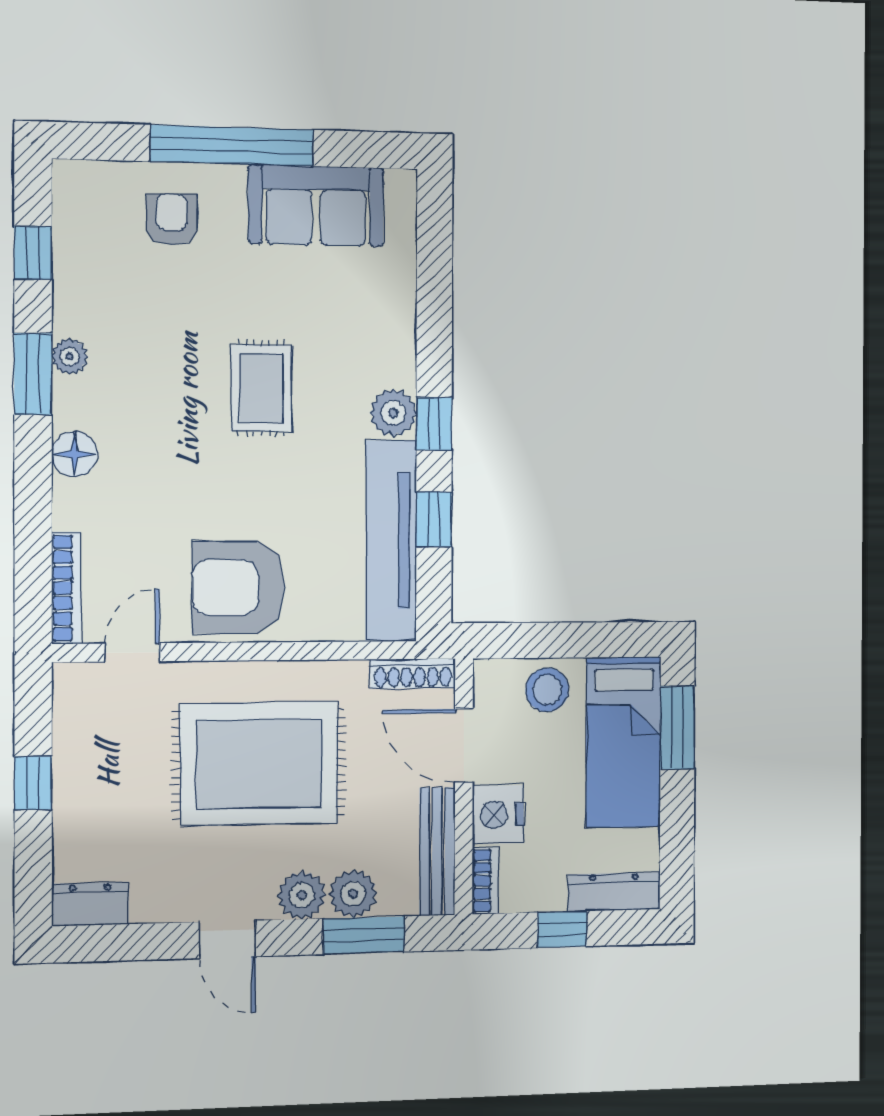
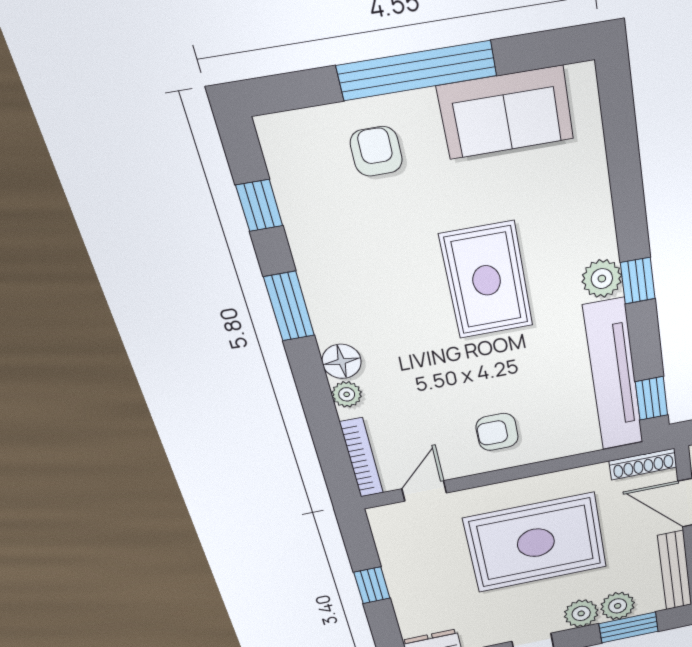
plant: (70, 356) -> (347, 394), moved
rug: (261, 388) -> (487, 280), width x1.36, depth x1.43
window: (434, 520) -> (652, 398), moved
armchair: (238, 588) -> (497, 432), width x0.53, depth x0.53

